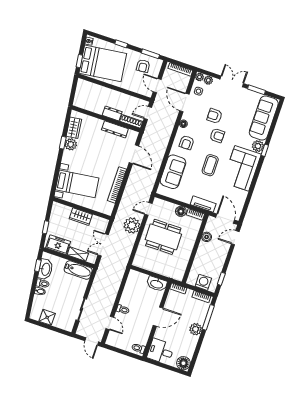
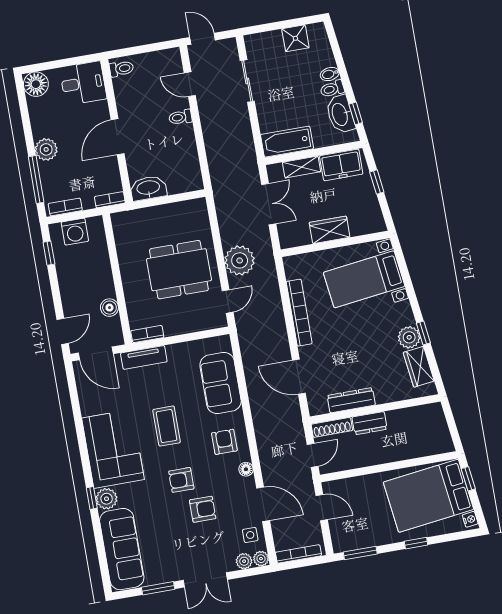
armchair: (143, 66) -> (362, 527), removed
floor lamp: (181, 211) -> (173, 326), removed

